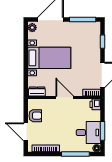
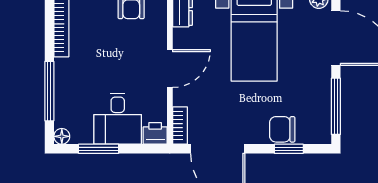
chair: (93, 45) -> (282, 129), added
desk: (88, 133) -> (118, 119), moved

